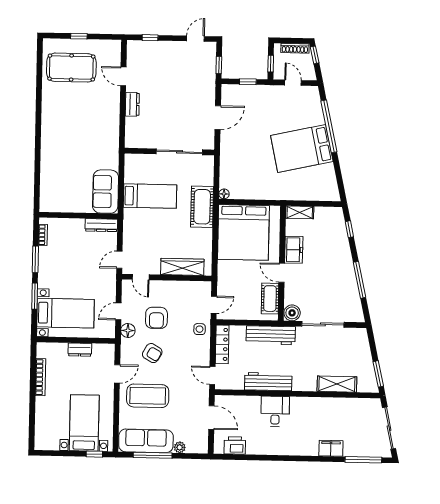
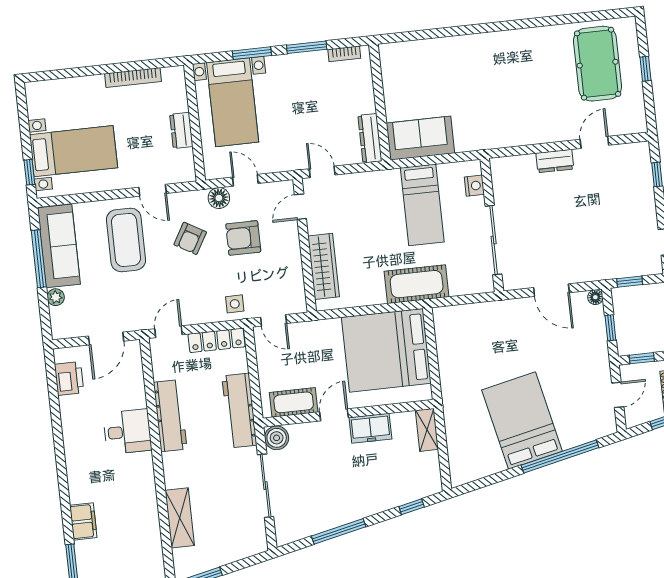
nightstand: (142, 160) -> (474, 186), added
floor lamp: (224, 194) -> (595, 297), moved

